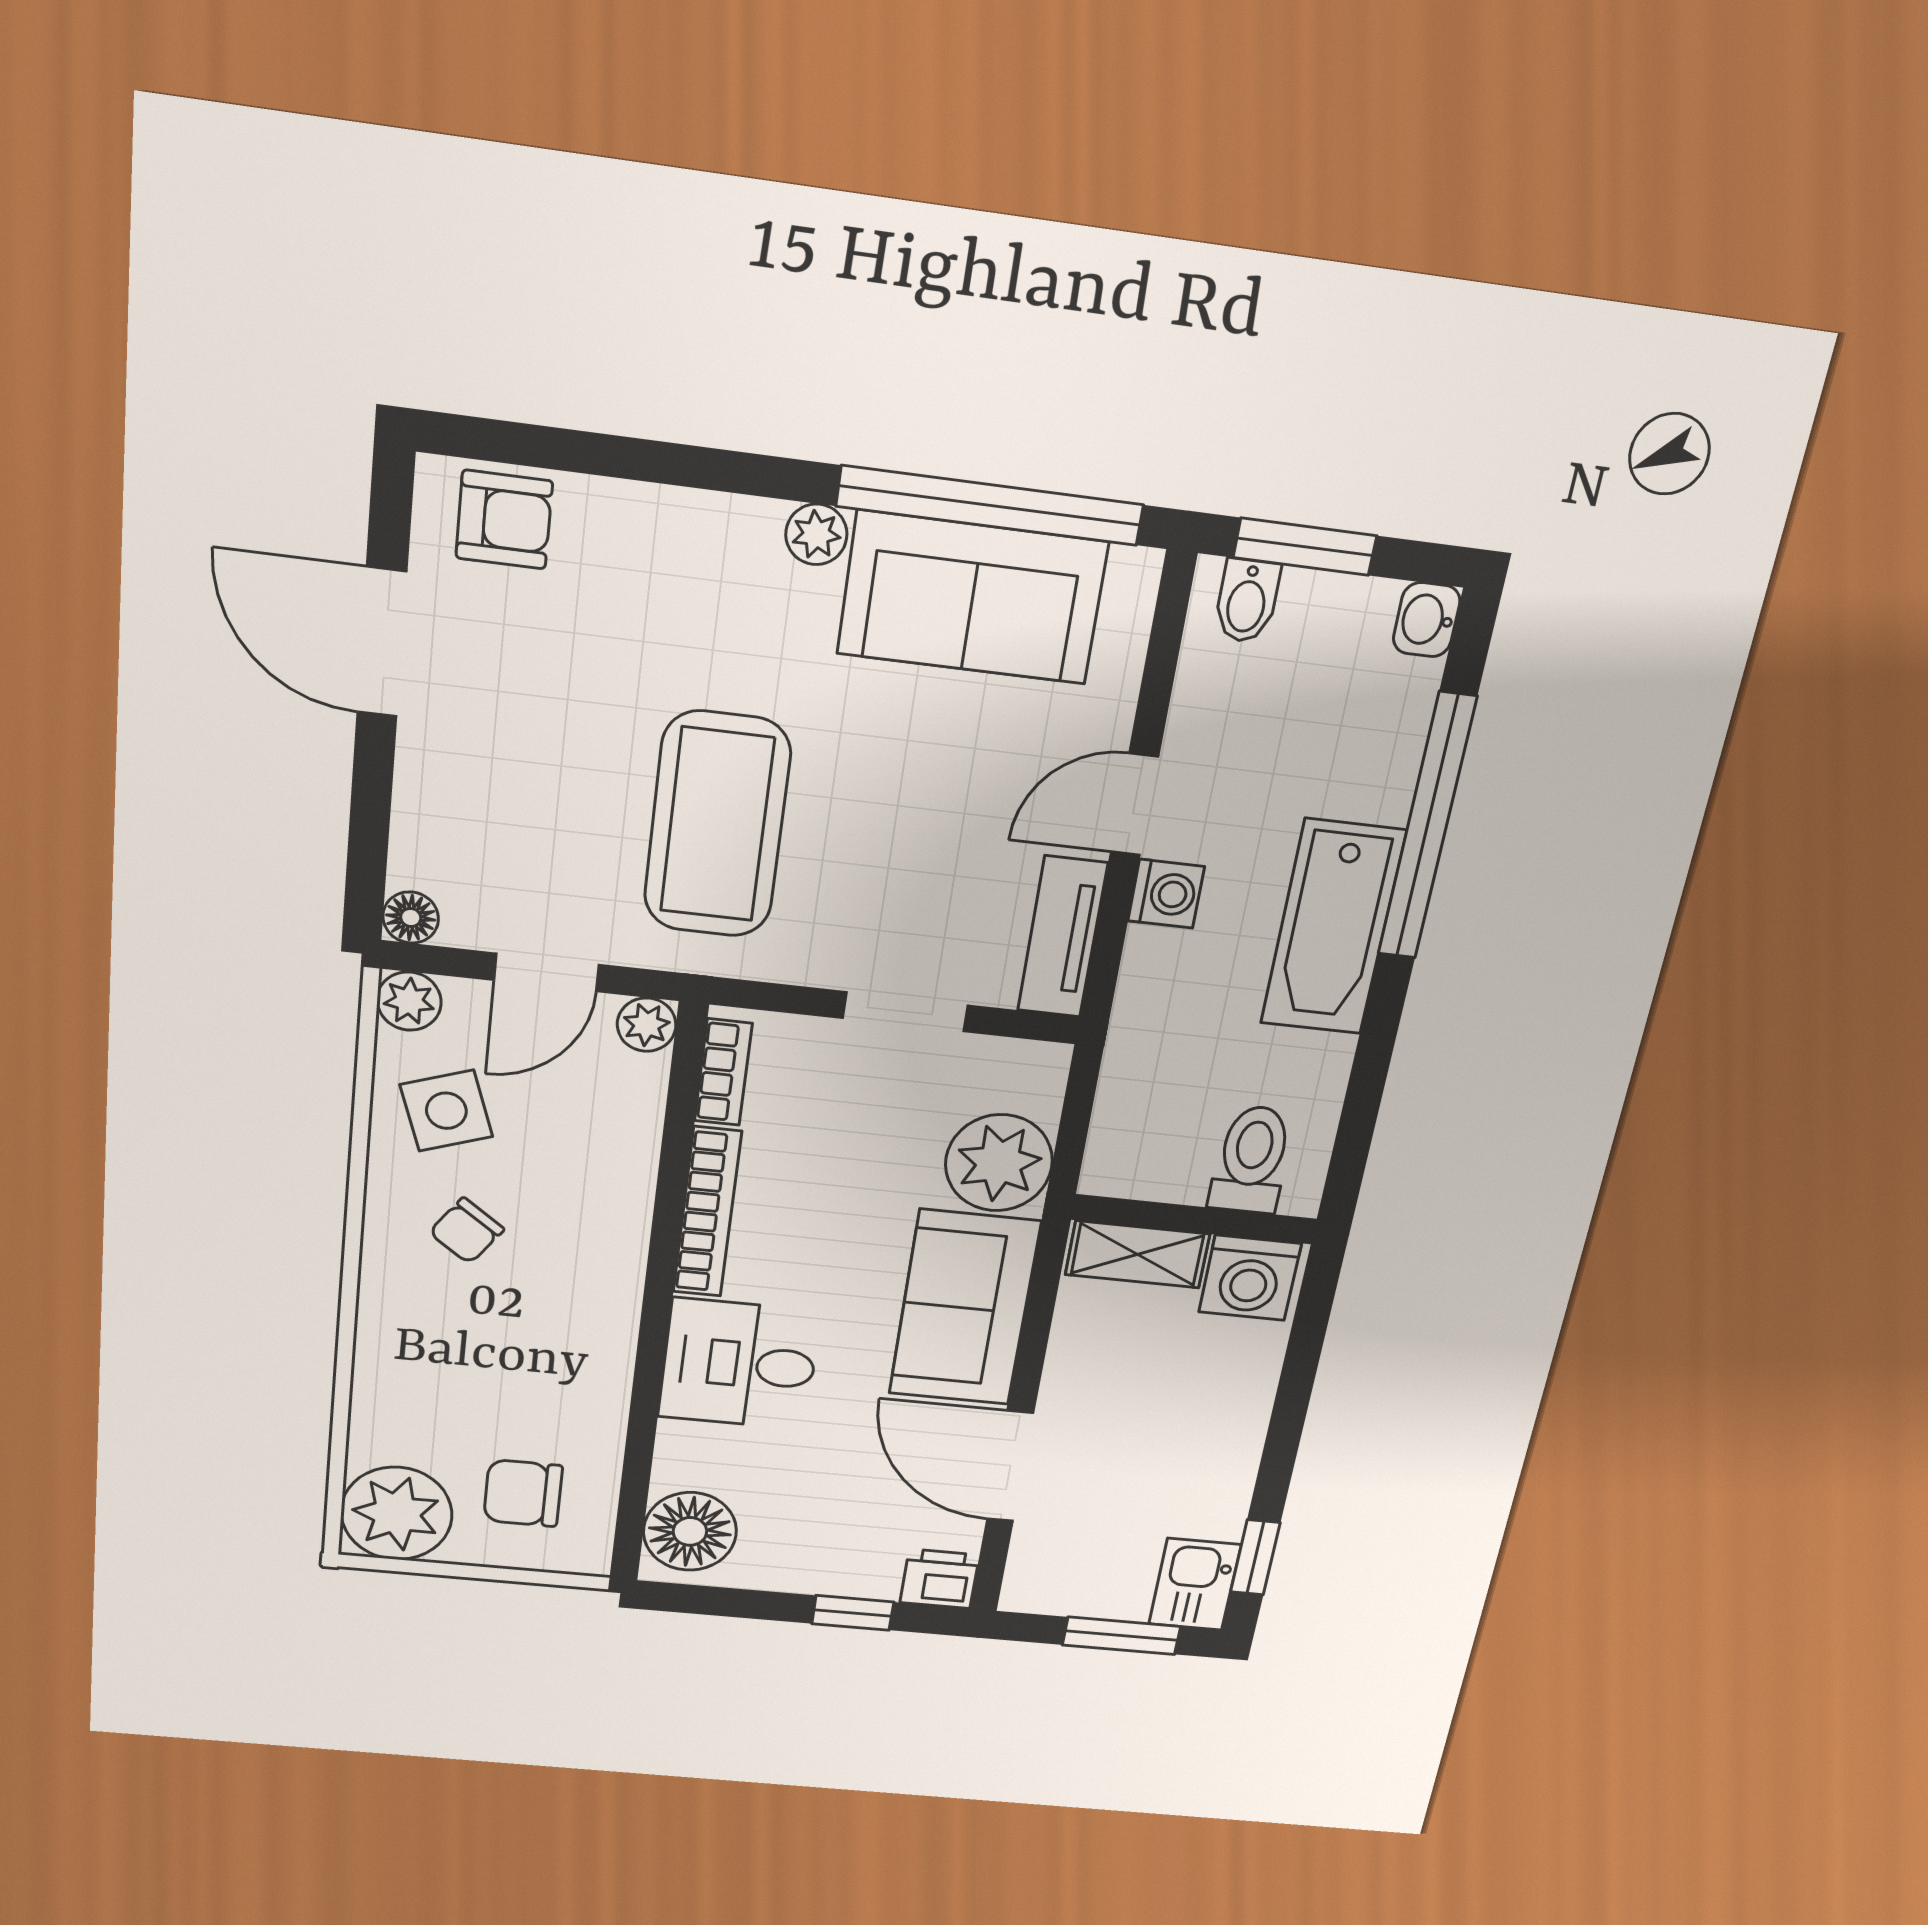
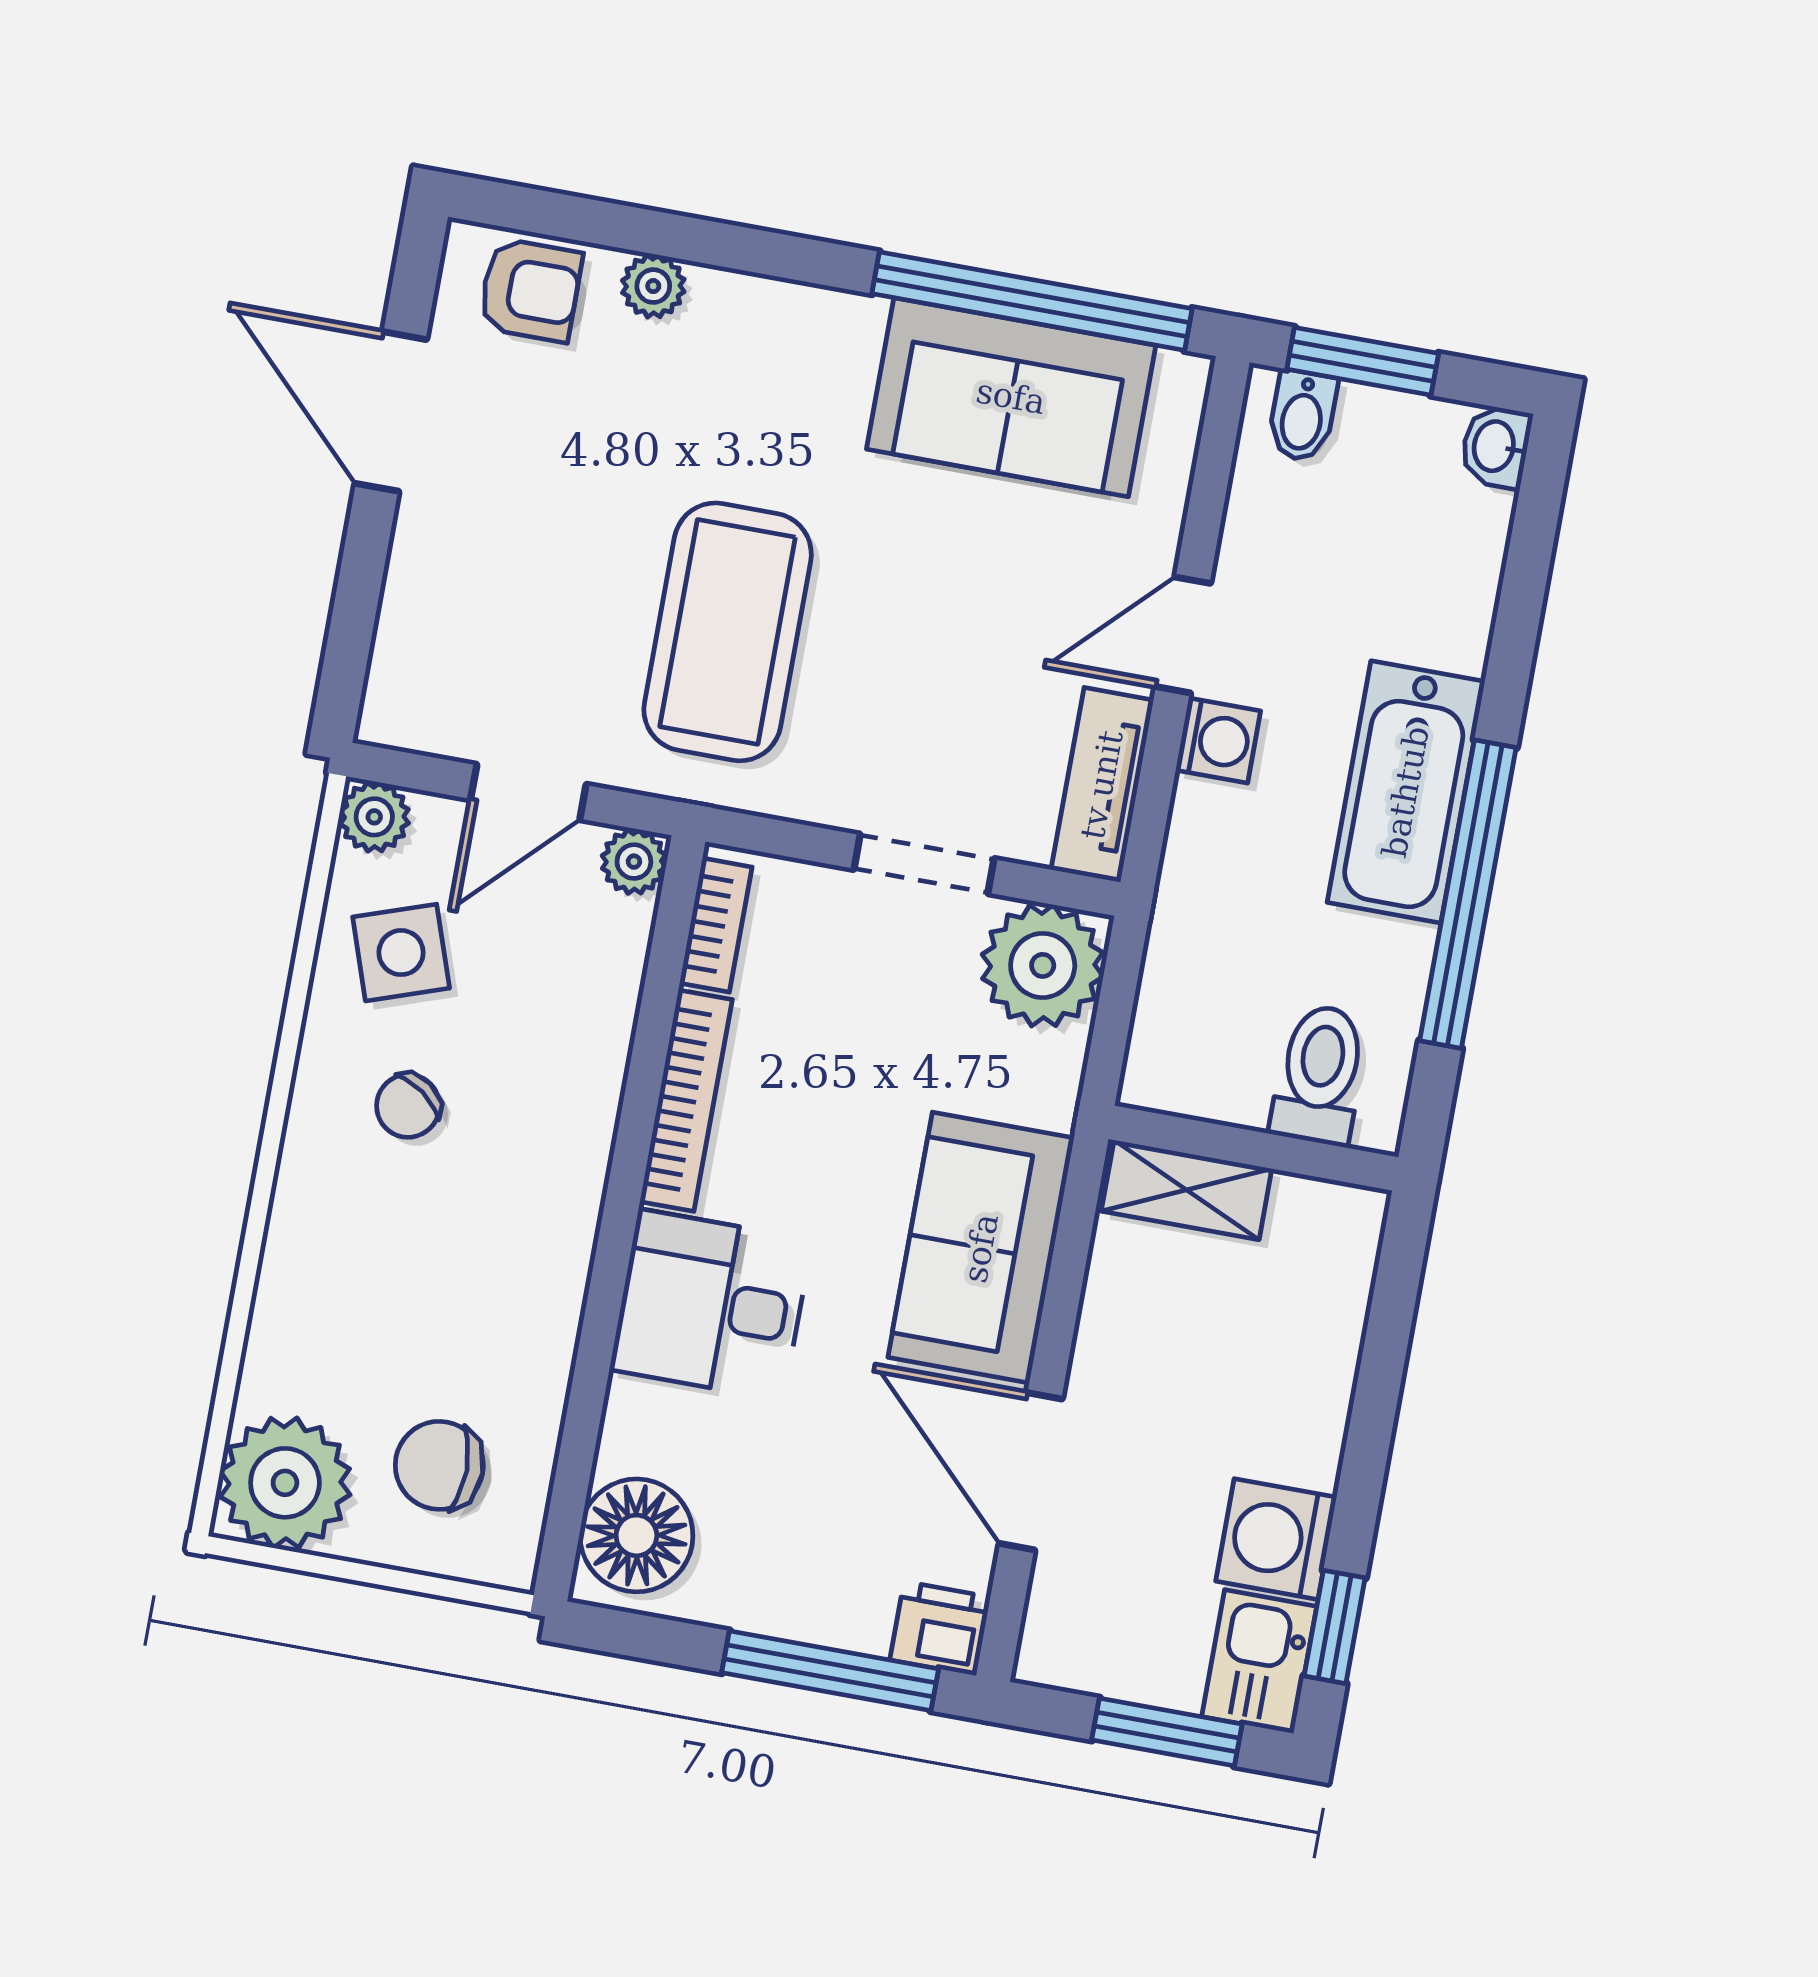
plant: (816, 534) -> (653, 286), moved
window: (1427, 827) -> (1468, 894), moved
floor lamp: (411, 918) -> (387, 719), removed
plant: (999, 1163) -> (1043, 965), moved
washing machine: (1250, 1278) -> (1276, 1539), moved, turned 90
window: (853, 1613) -> (830, 1671), width x2.17

